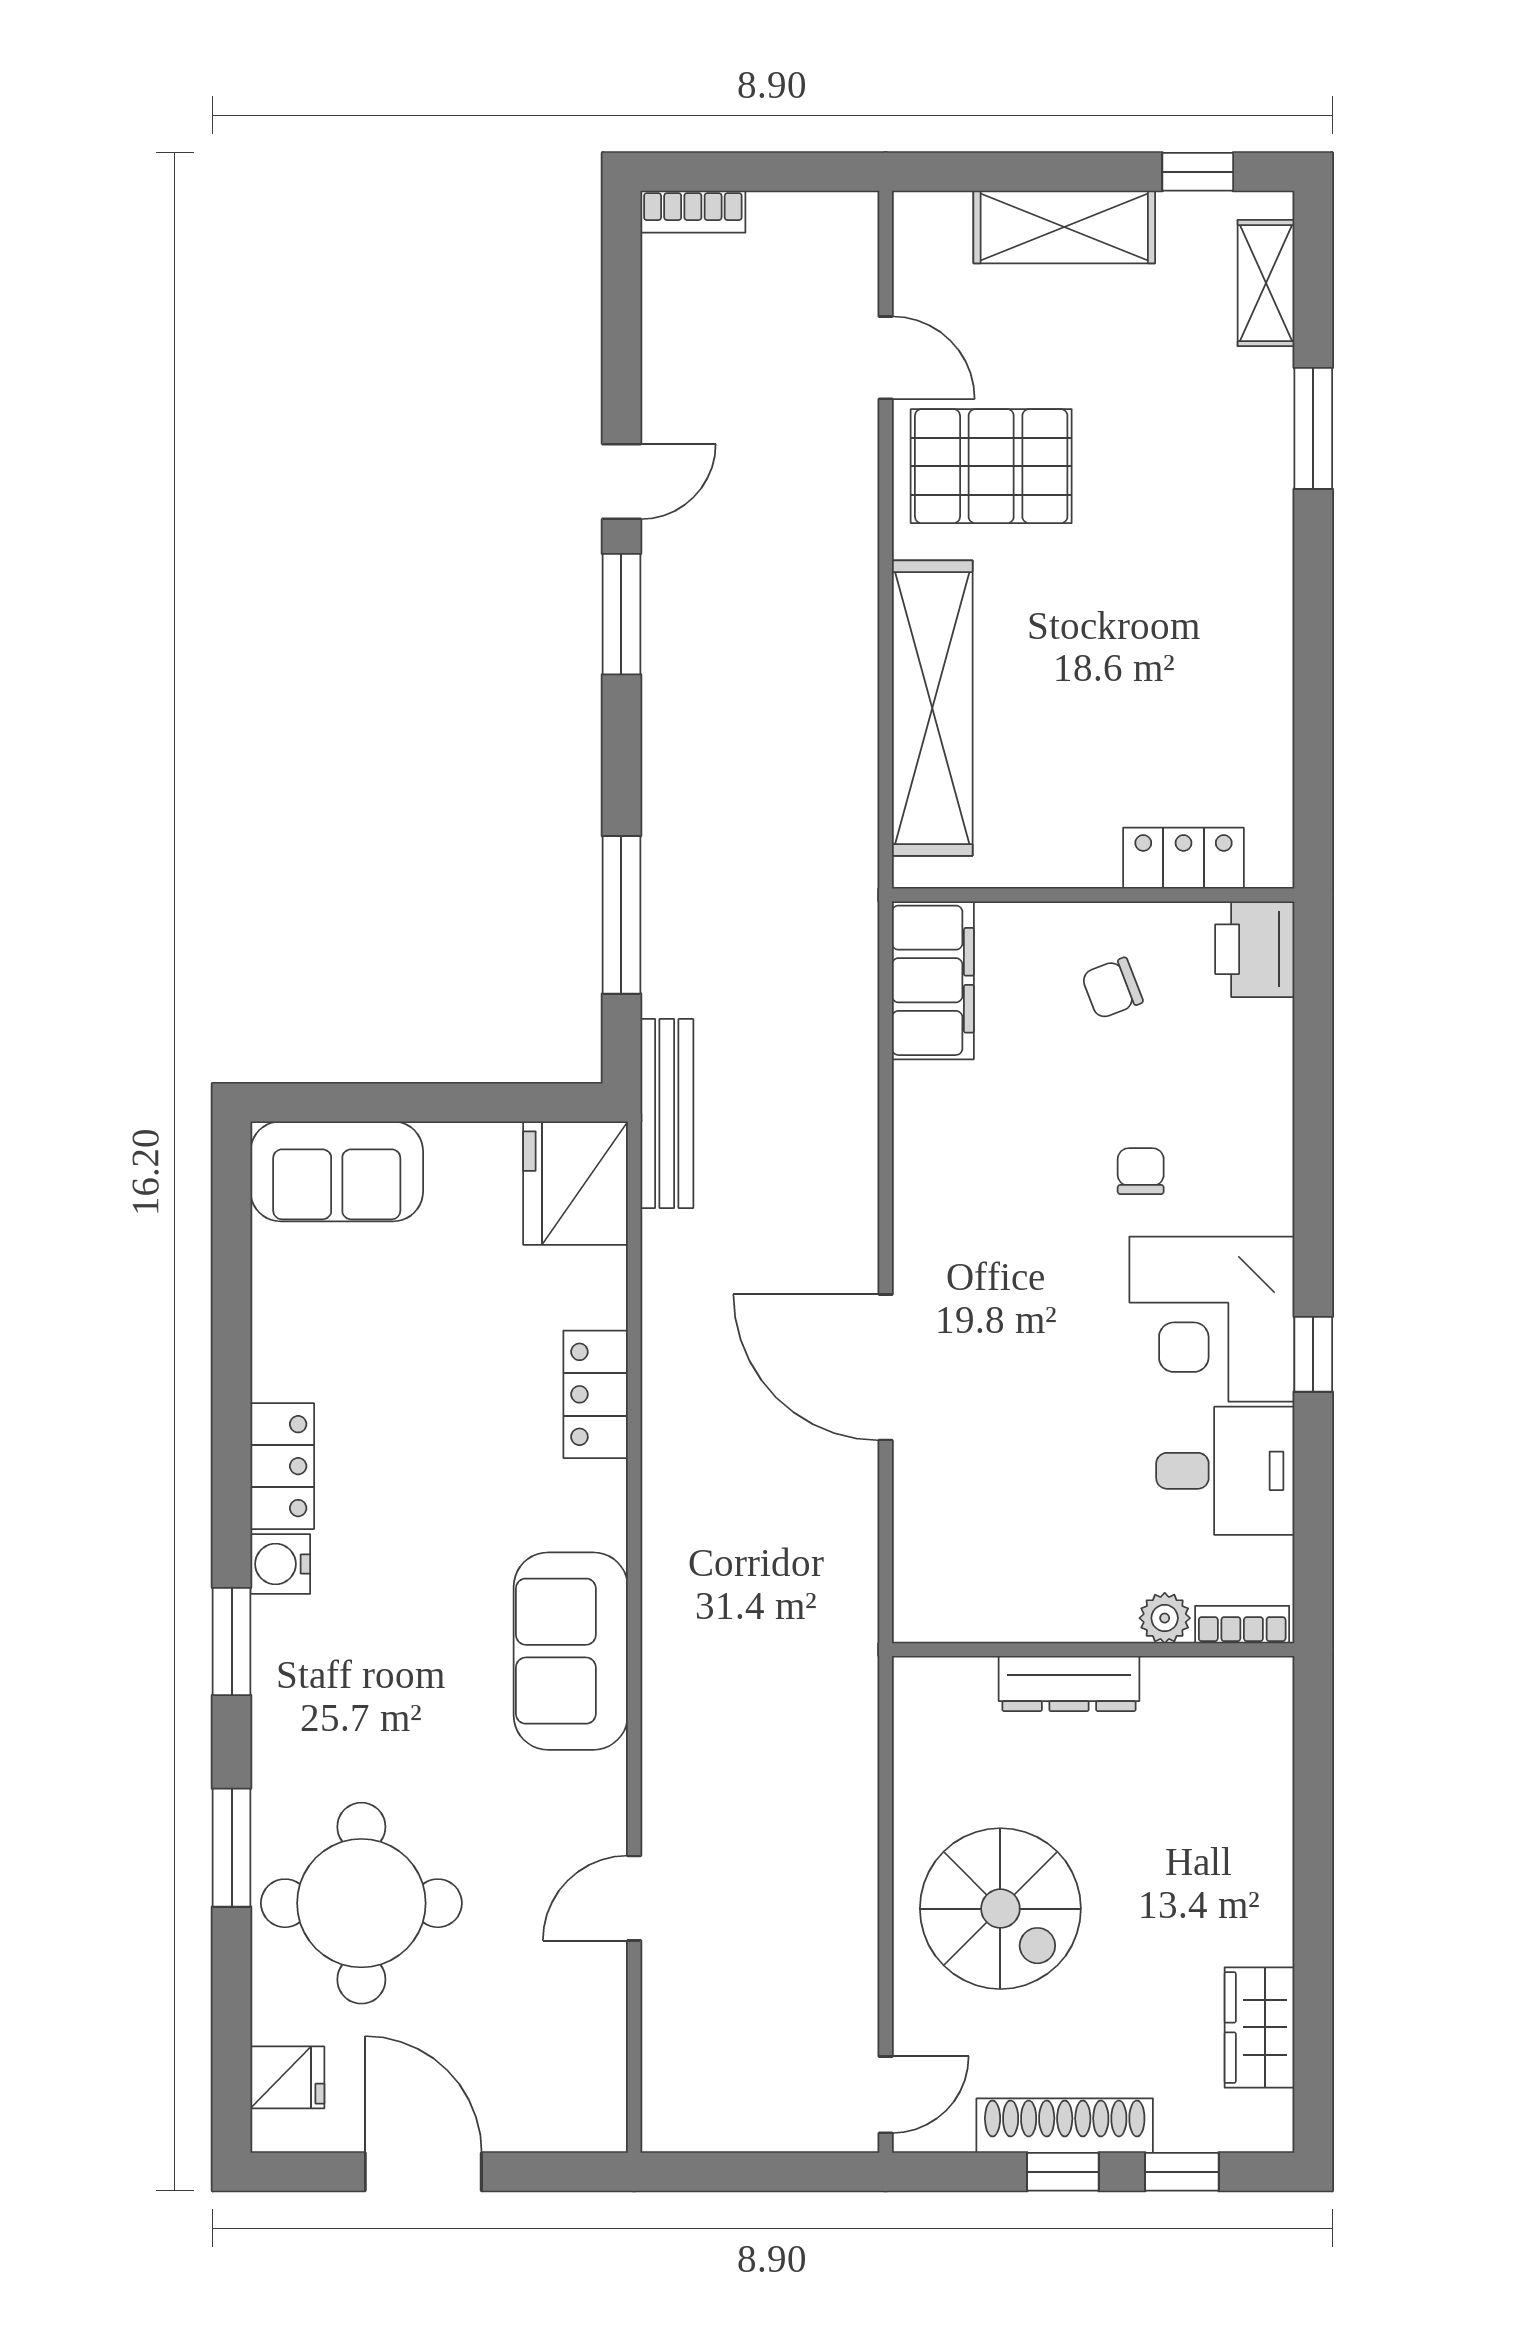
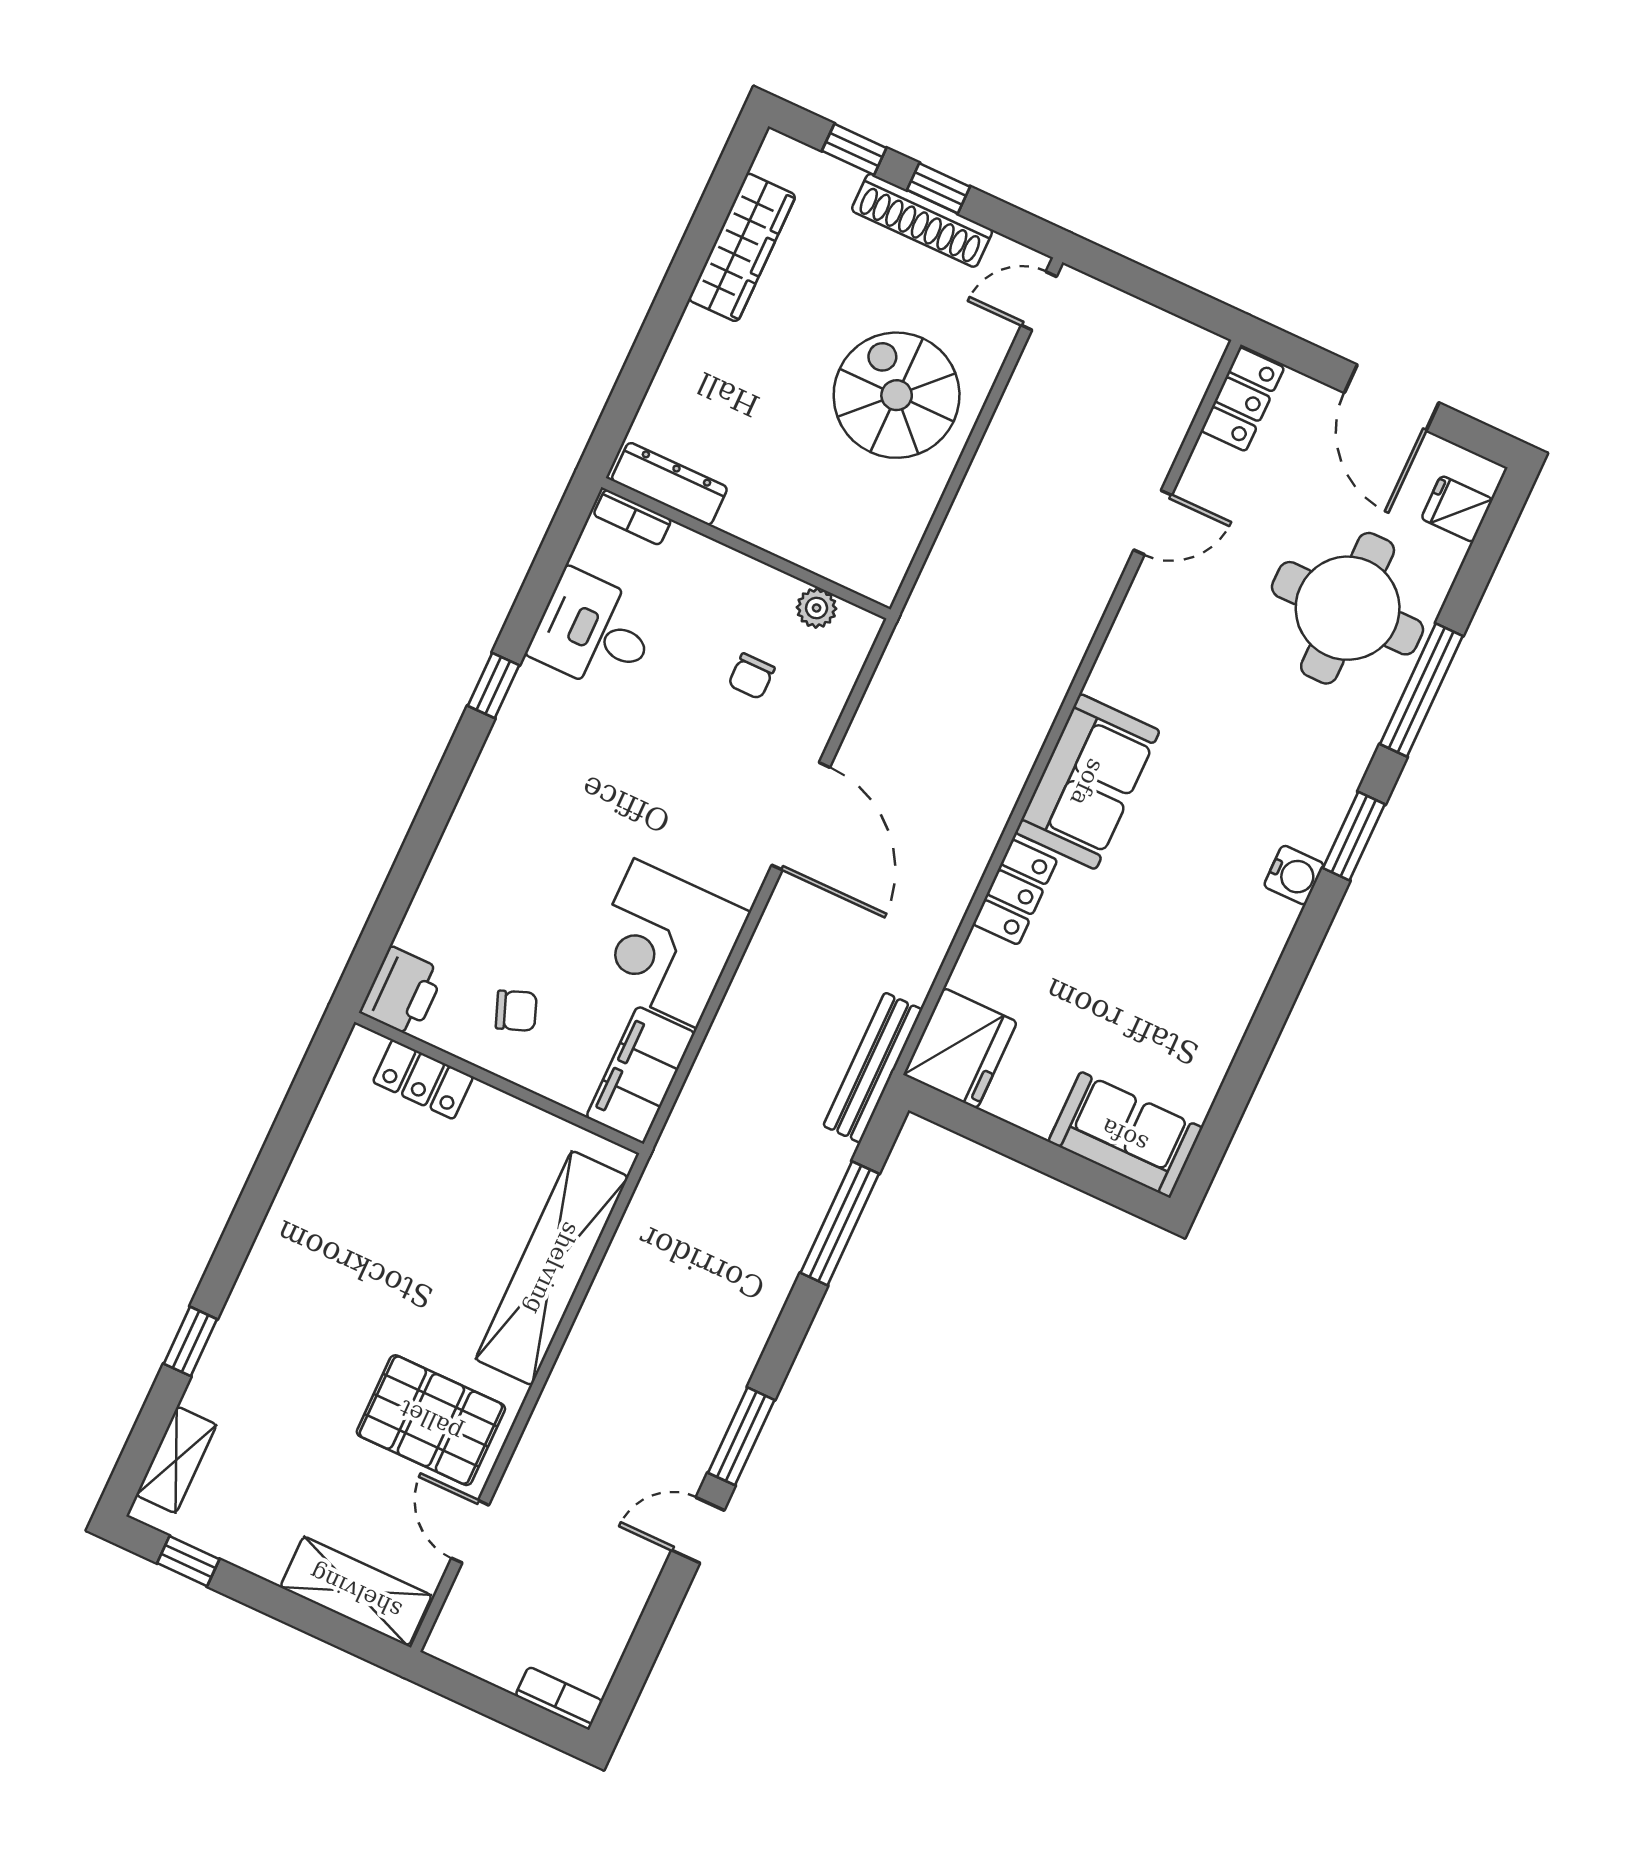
shelving: (1064, 227) -> (356, 1591), moved
window: (1313, 428) -> (190, 1341), width x0.67
chair: (1141, 1171) -> (751, 676), moved
corner desk: (1212, 1319) -> (666, 943), moved, turned 180
locker: (282, 1466) -> (1242, 399), moved, turned 180
plant: (1165, 1618) -> (817, 608), moved
sofa: (571, 1651) -> (1087, 782), moved
dresser: (1069, 1684) -> (669, 484), moved
window: (232, 1848) -> (1421, 690), width x1.44
wardrobe: (1260, 2027) -> (742, 247), width x1.50

